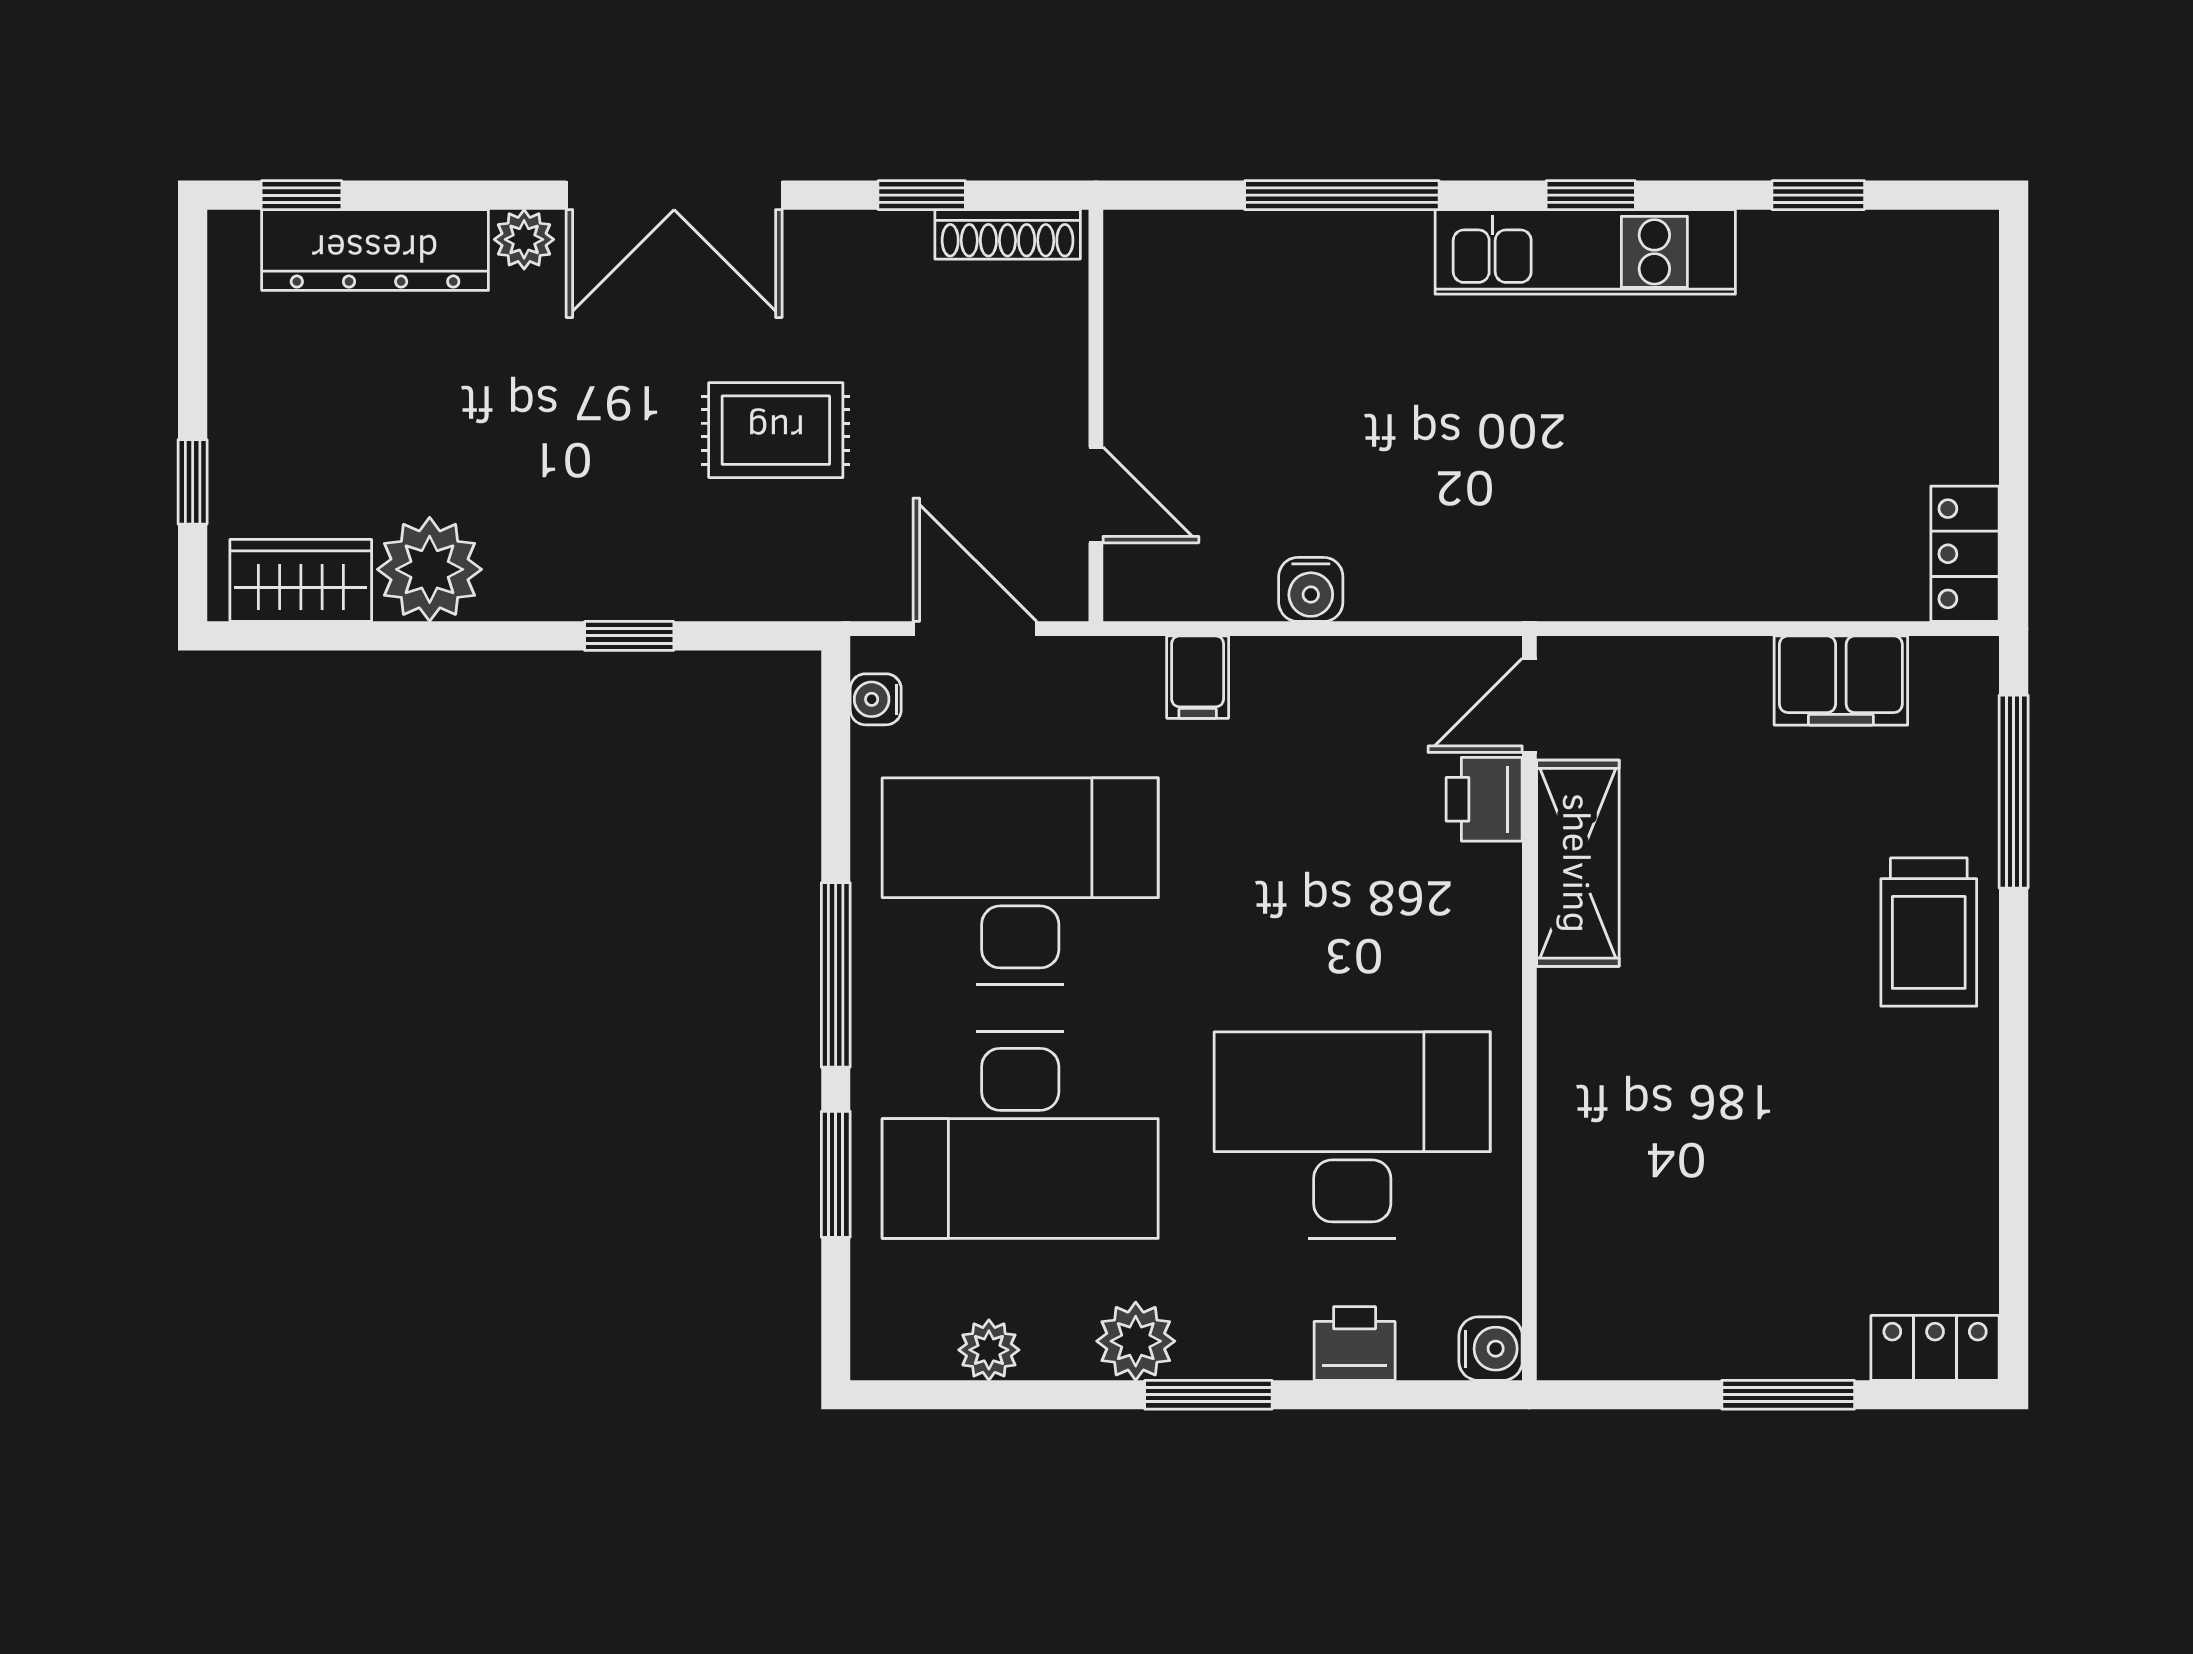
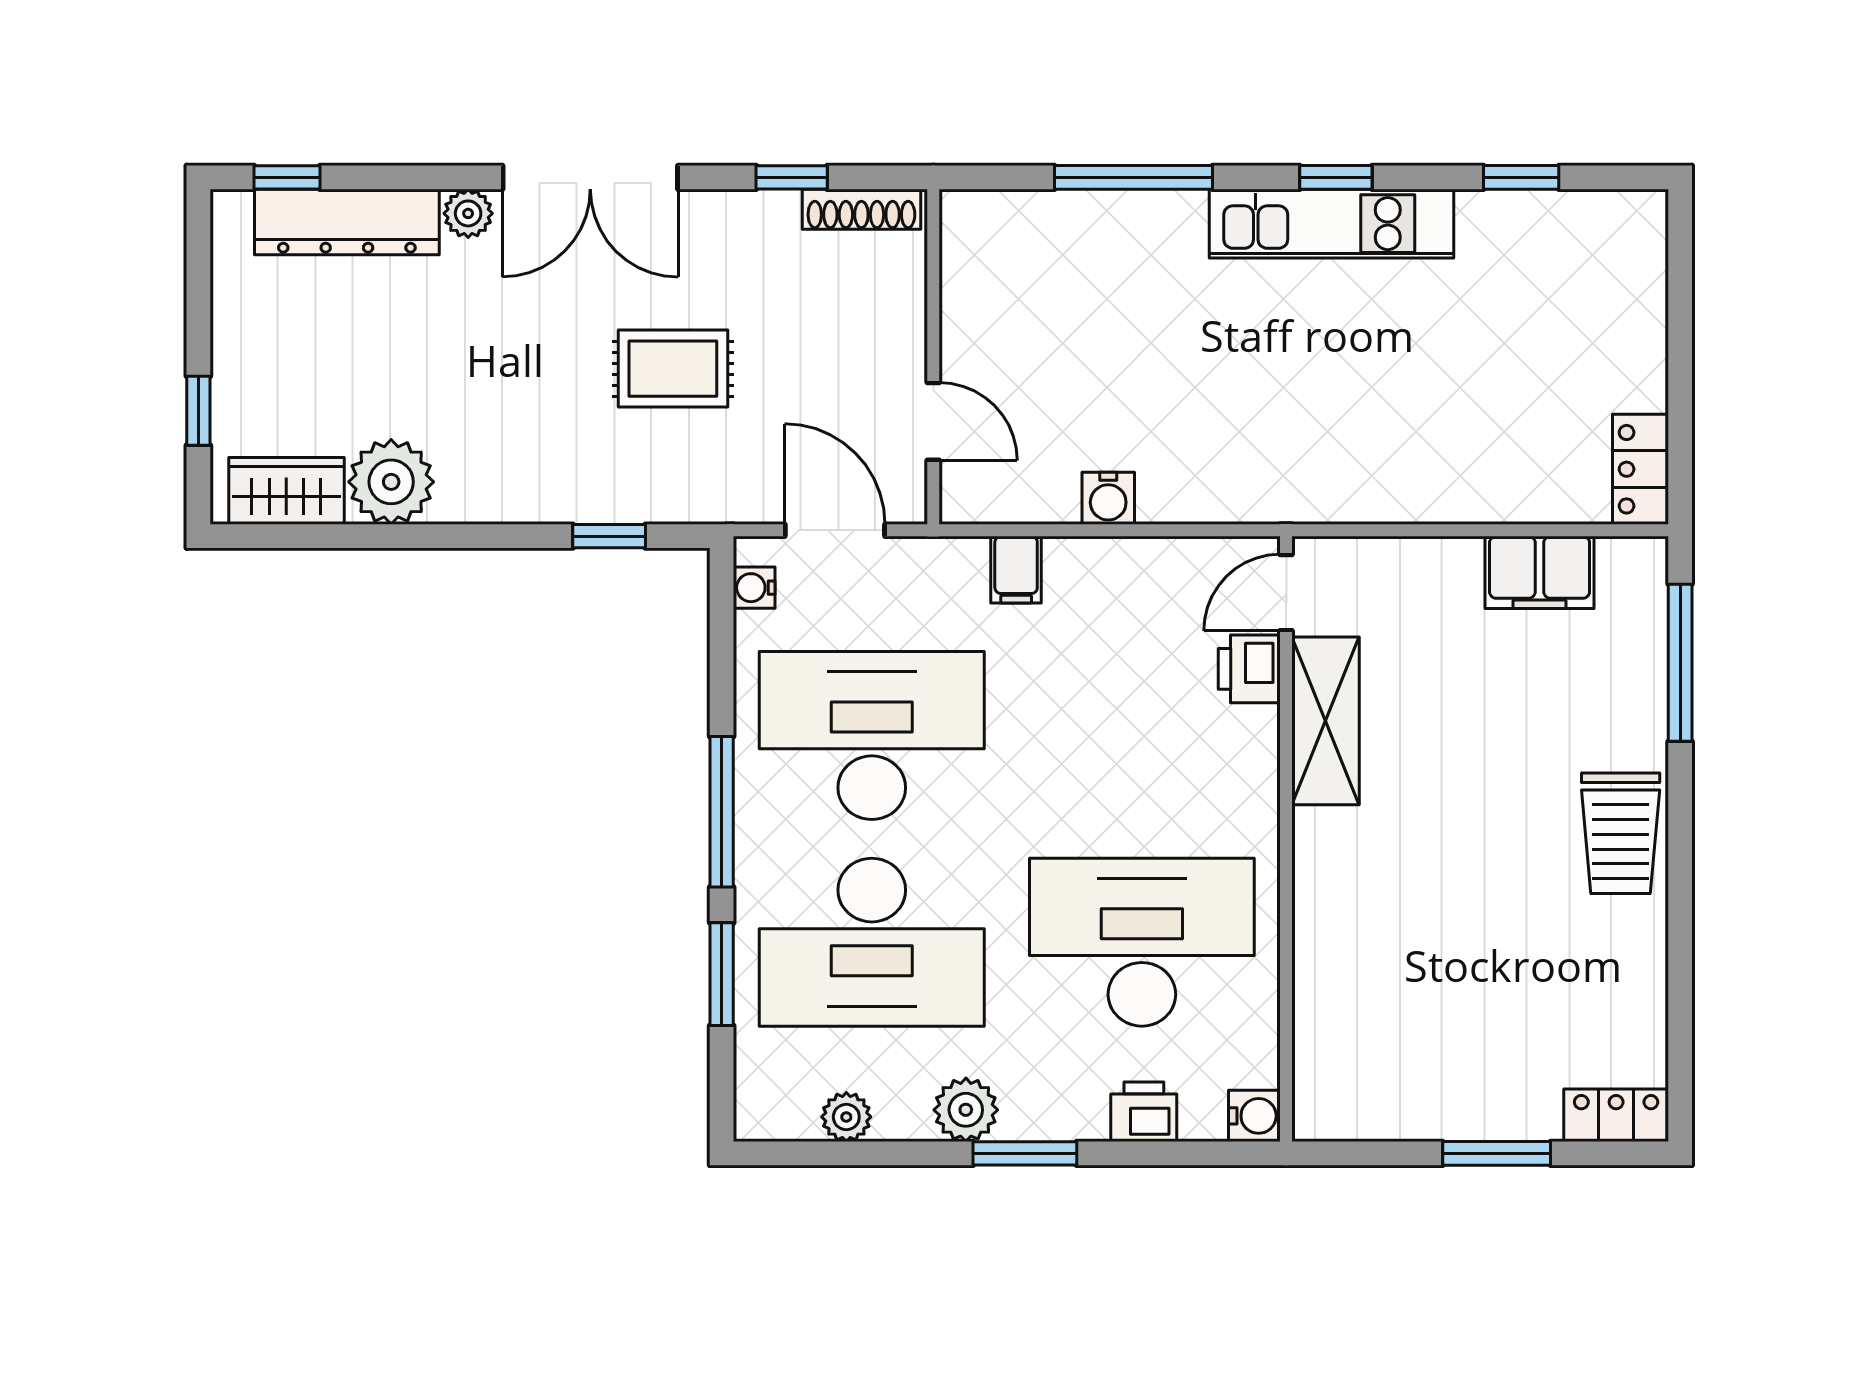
window: (629, 636) -> (609, 536), moved
trolley: (1929, 932) -> (1621, 833), moved

